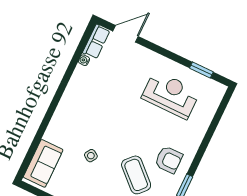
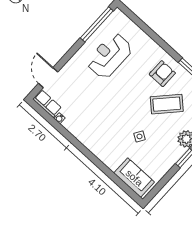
window: (201, 70) -> (97, 24), width x2.11

